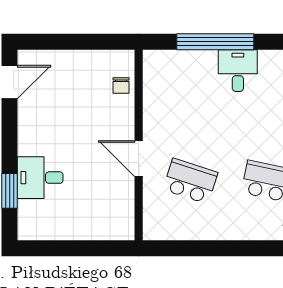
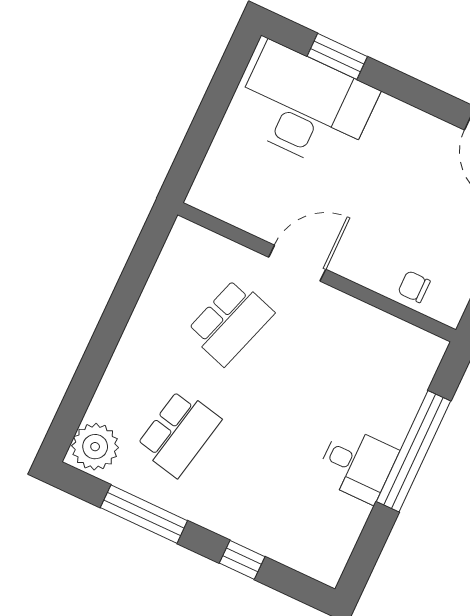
desk: (40, 178) -> (305, 107), width x1.87, depth x1.30

